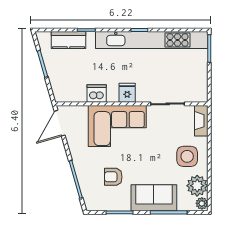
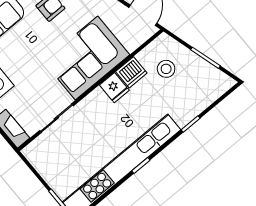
kitchen counter: (68, 40) -> (200, 101), removed
stool: (73, 78) -> (166, 69), added
fridge: (127, 93) -> (114, 88), moved

